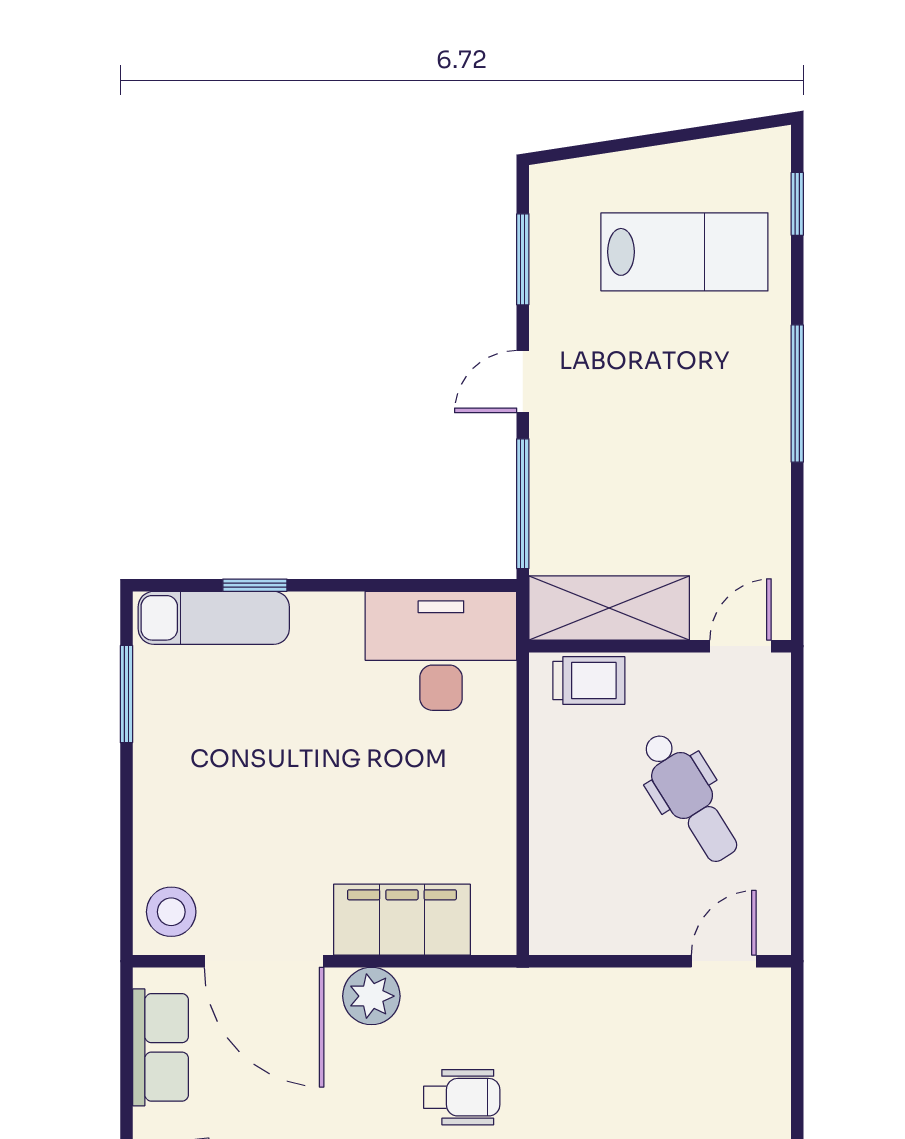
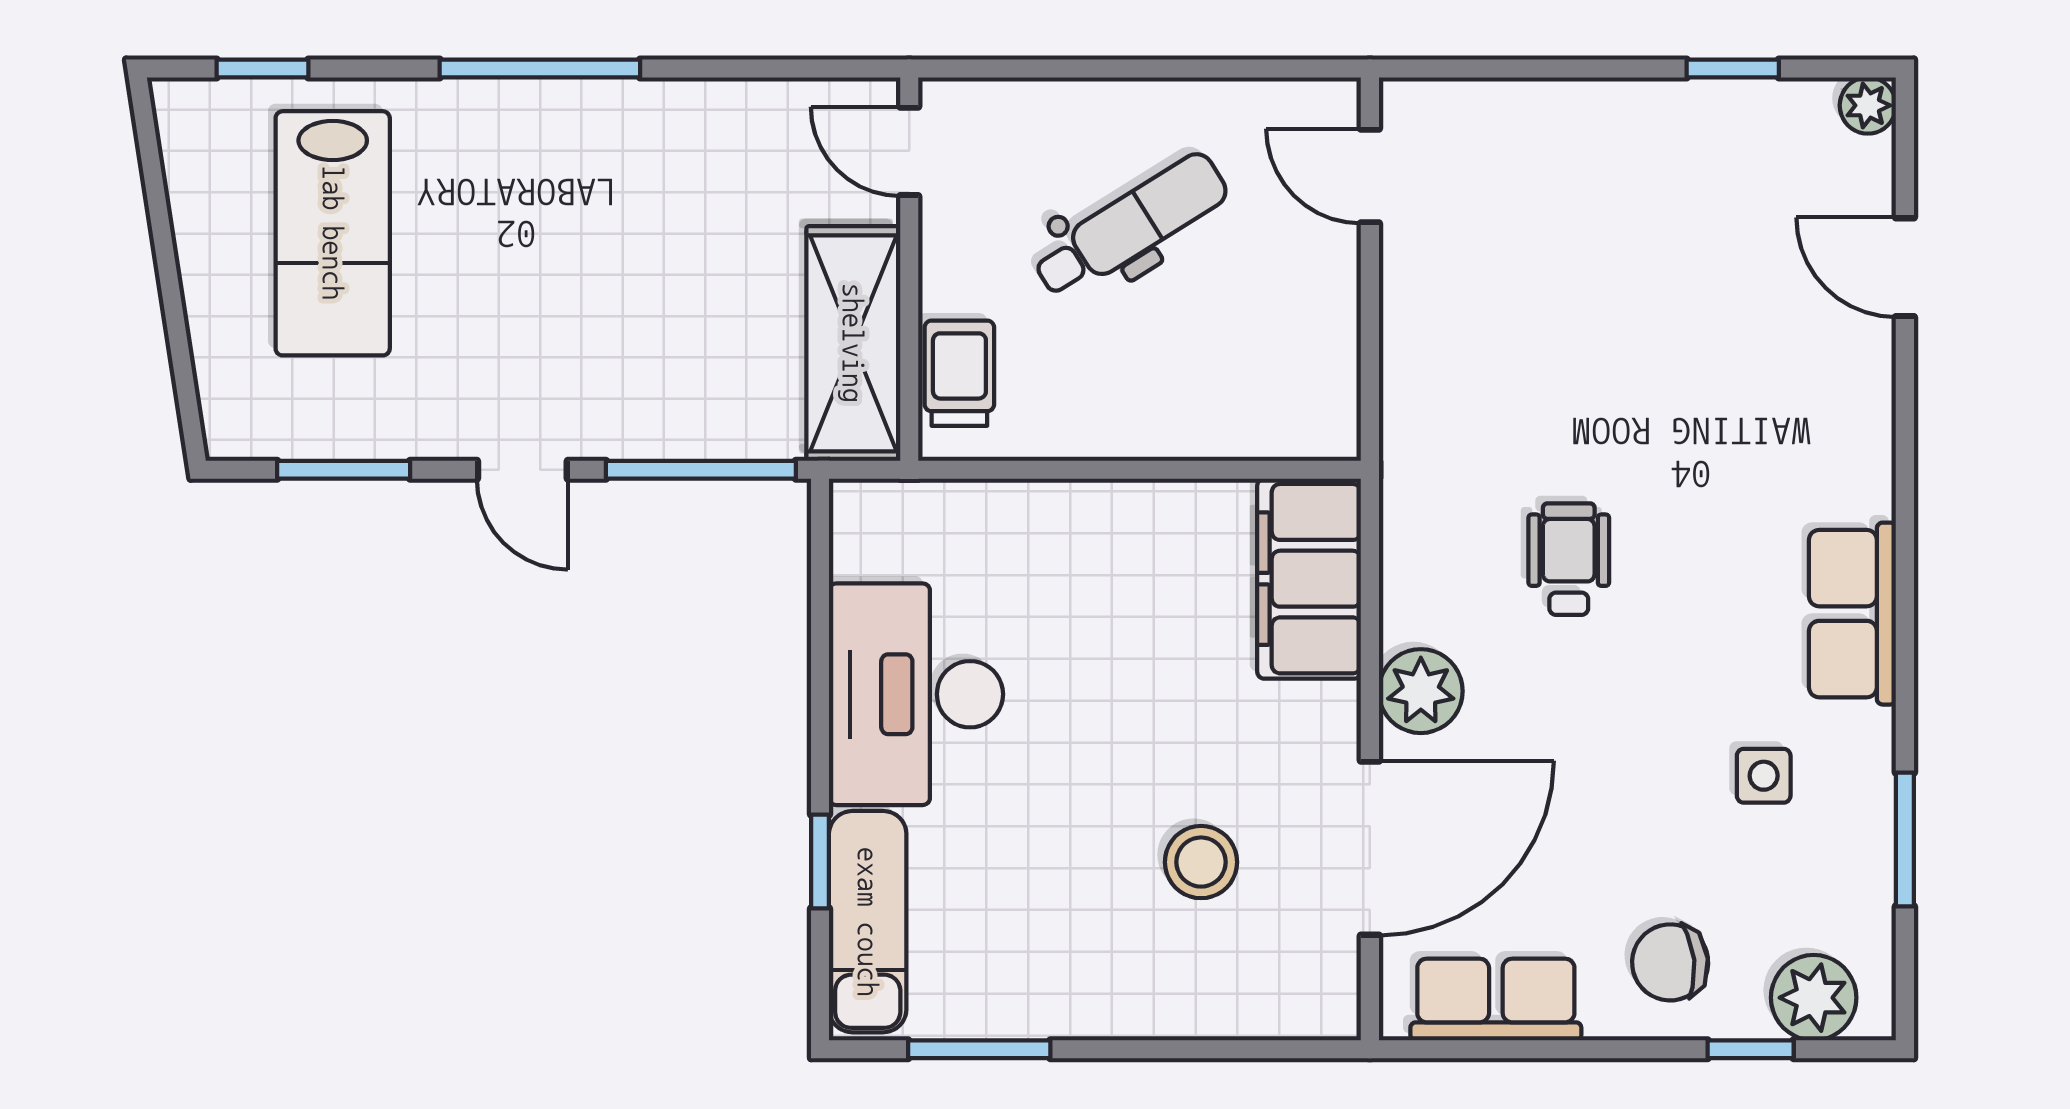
lab bench: (684, 252) -> (333, 233), turned 180
desk: (441, 651) -> (916, 694), moved
stool: (171, 912) -> (1201, 862), moved
filing cabinet: (402, 920) -> (1309, 579), moved

